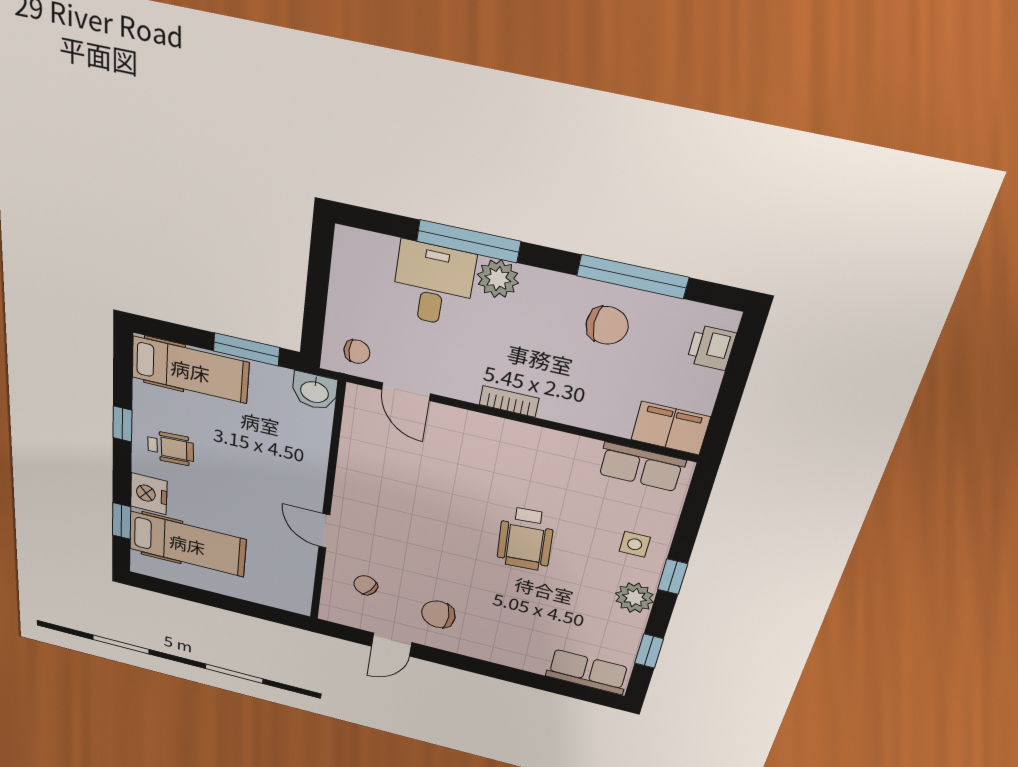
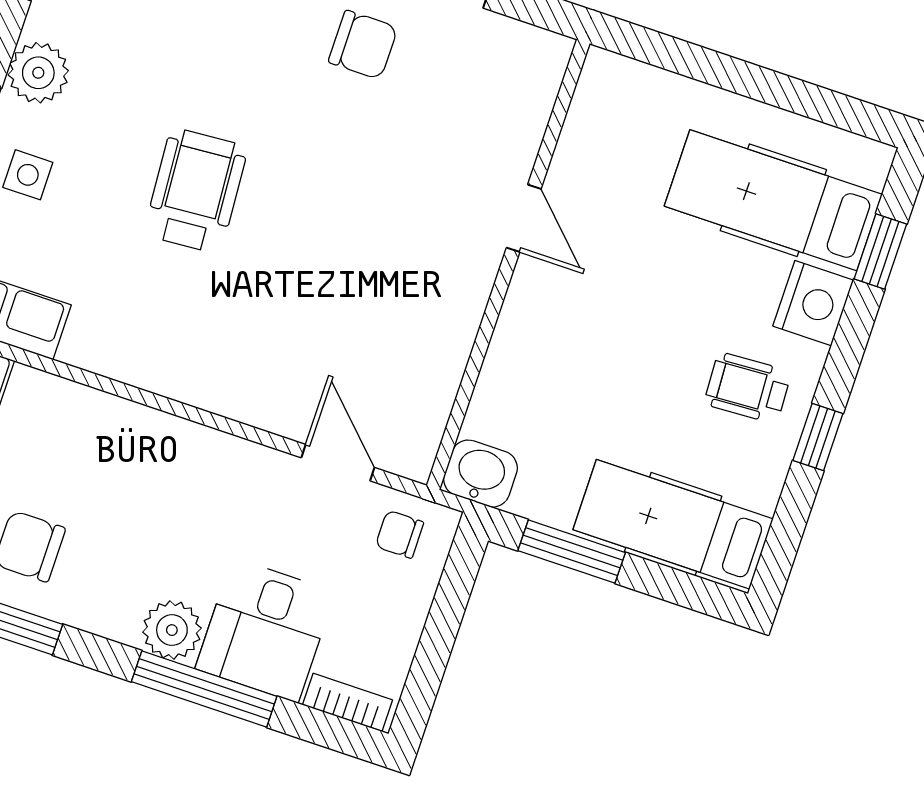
bookcase: (509, 401) -> (347, 702), moved, turned 180
chair: (366, 585) -> (477, 107), removed

